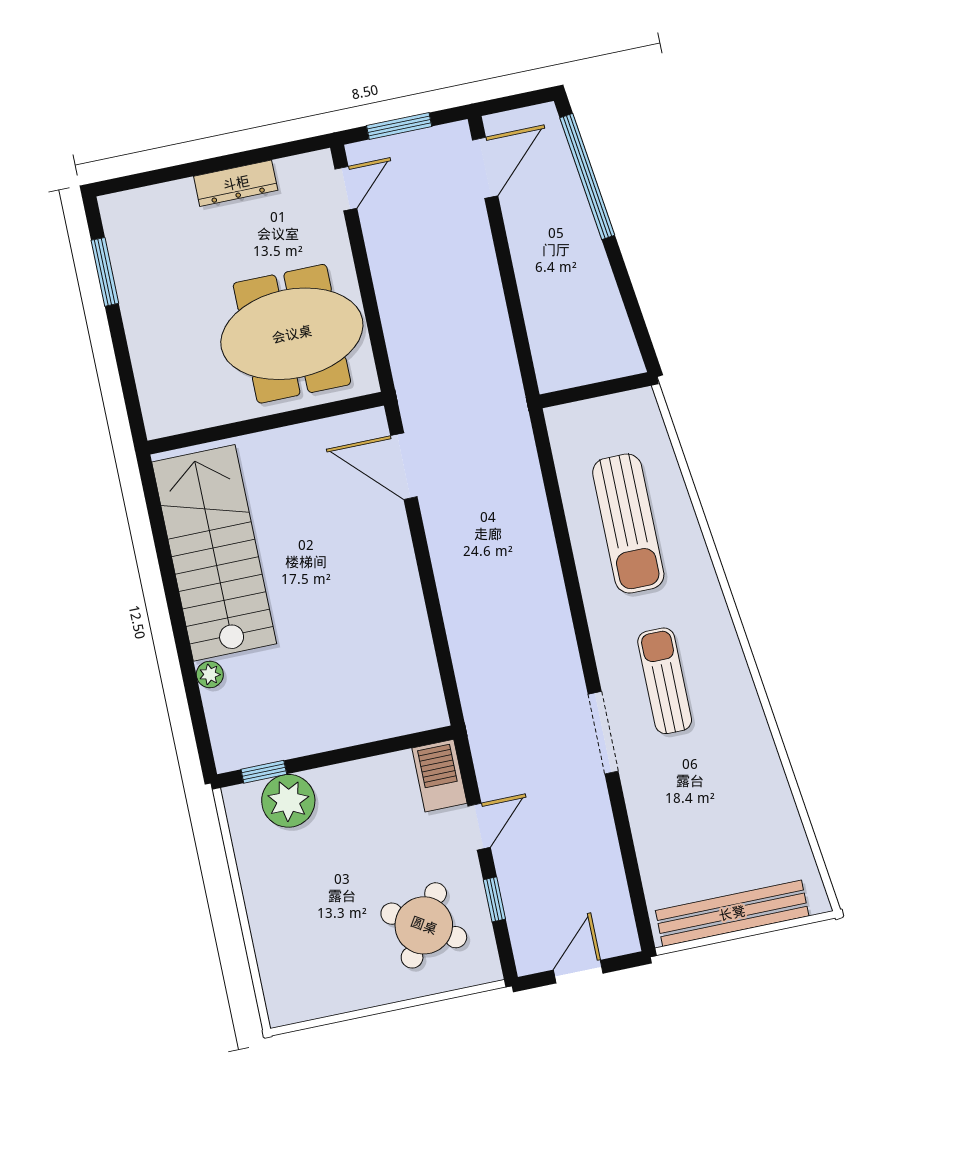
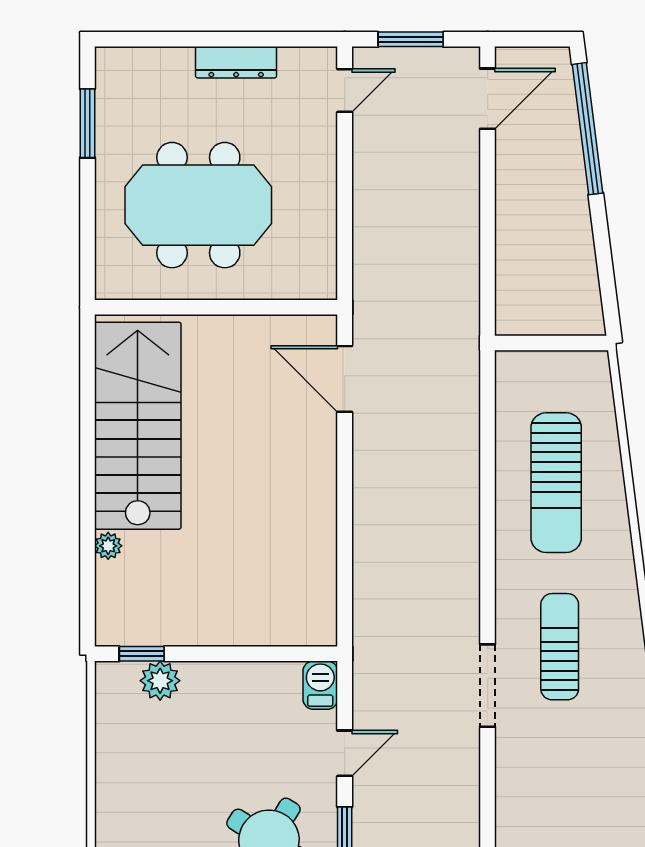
meeting table: (292, 334) -> (198, 205), moved
barbecue: (439, 776) -> (320, 685), width x0.73, depth x0.79
plant: (288, 801) -> (160, 681), width x0.73, depth x0.73

